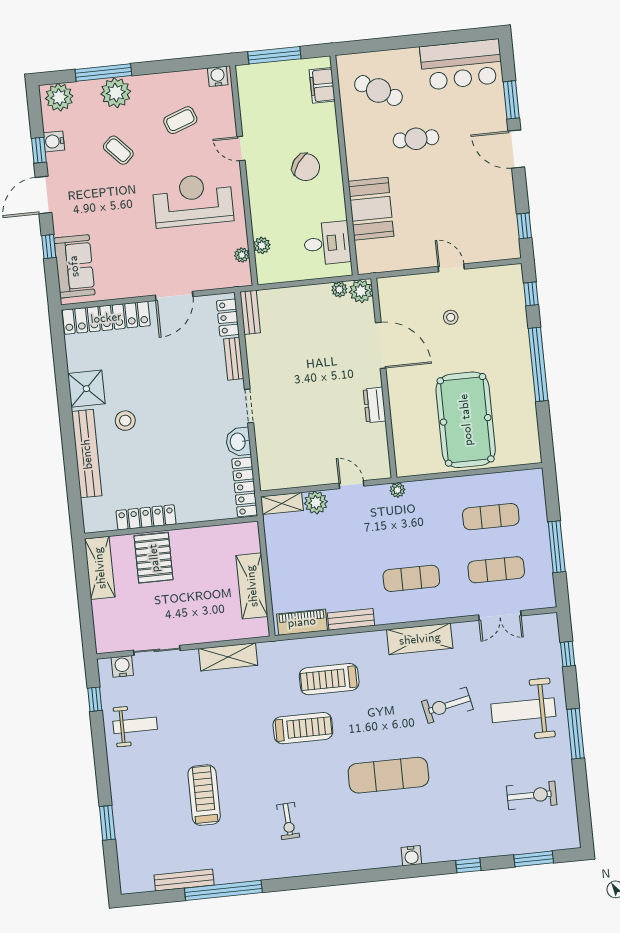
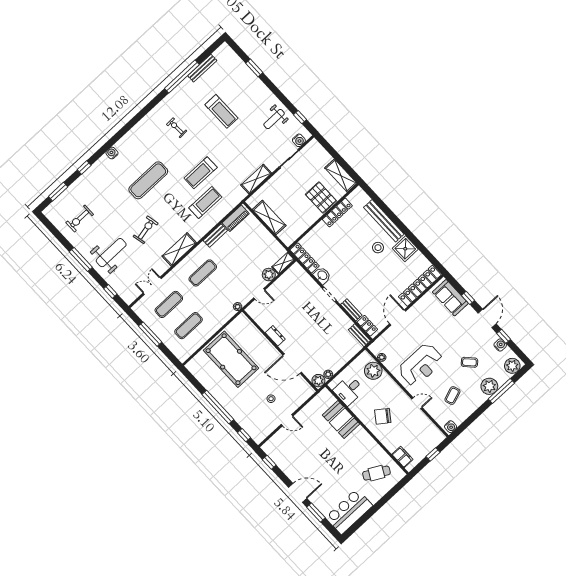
window: (274, 55) -> (433, 454), width x0.46
cafe table: (416, 139) -> (344, 465), removed
plant: (262, 245) -> (373, 371), width x1.88, depth x1.88

